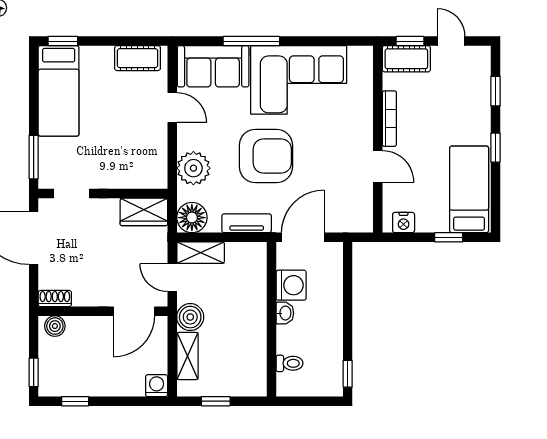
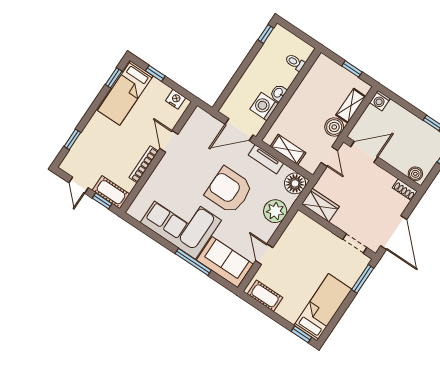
window: (495, 148) -> (114, 78), moved
shelving: (201, 253) -> (288, 150), moved

